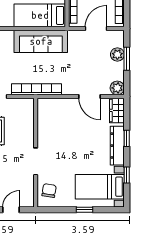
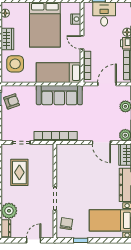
window: (85, 210) -> (81, 240), moved

